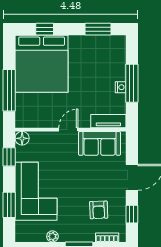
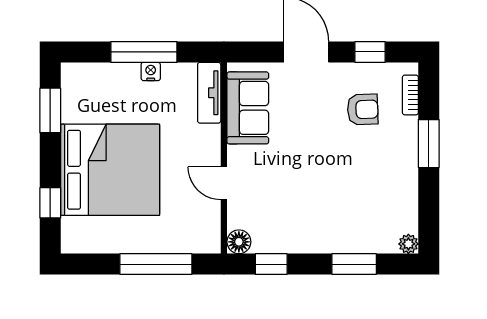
bed: (42, 64) -> (110, 170), moved
door: (68, 130) -> (224, 183), moved
corner sofa: (36, 191) -> (330, 218), removed
plant: (52, 236) -> (408, 244), moved

